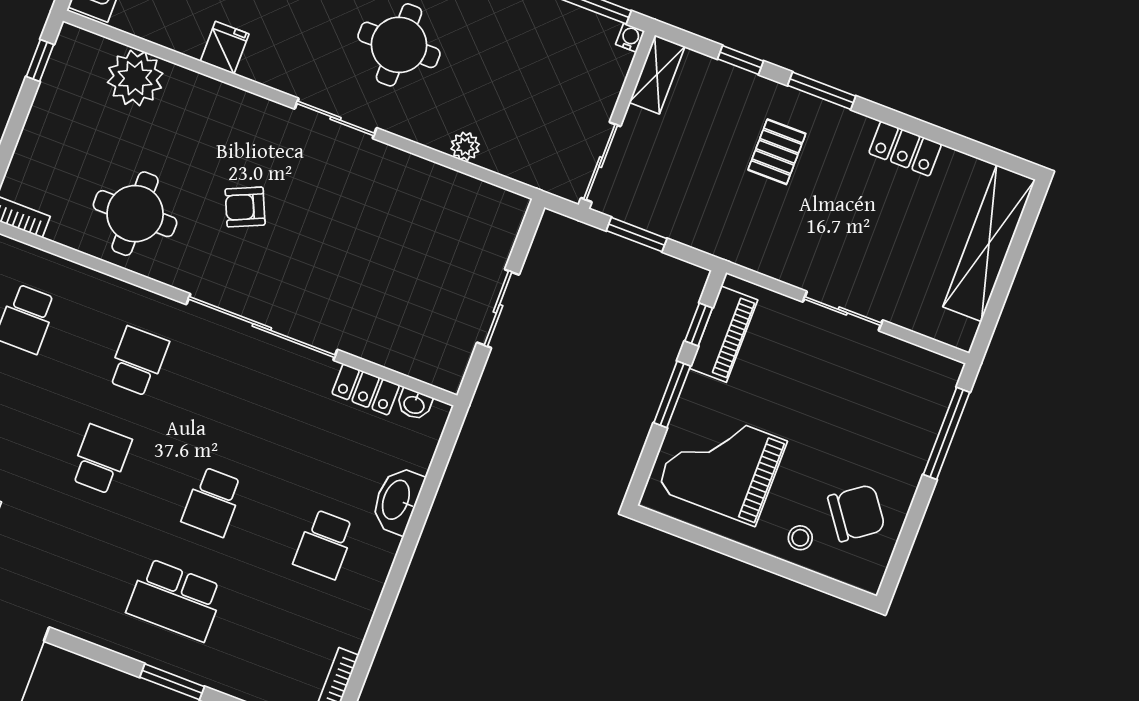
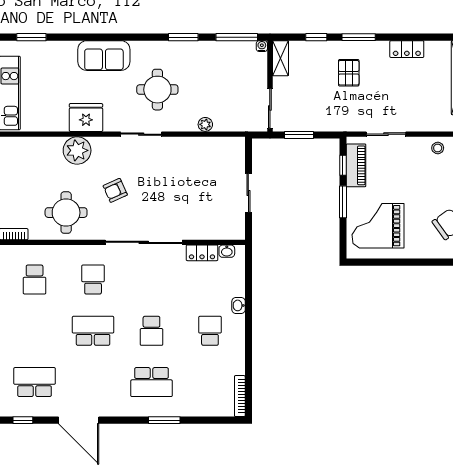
fridge: (225, 48) -> (86, 118), width x1.88, depth x1.34
plant: (135, 78) -> (77, 150), moved
sliding door: (843, 311) -> (386, 134), moved
school desk: (101, 459) -> (93, 331), width x1.85
washbasin: (397, 500) -> (239, 305), width x0.52, depth x0.69
stool: (800, 538) -> (438, 148), moved
school desk: (324, 544) -> (210, 331), turned 180

